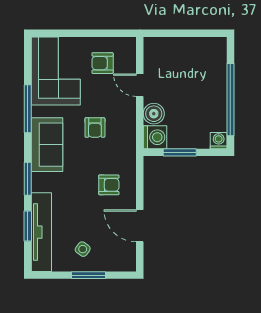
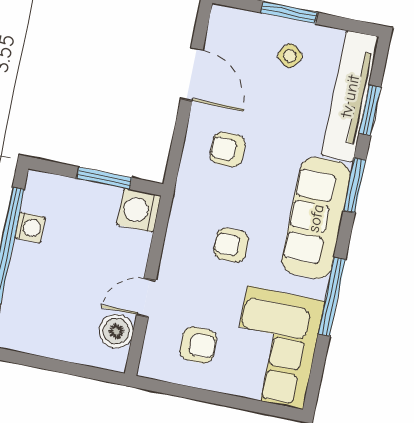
door: (140, 85) -> (146, 298), swing flipped
boiler: (154, 114) -> (116, 331), moved
armchair: (95, 127) -> (231, 245), turned -90
washing machine: (219, 141) -> (30, 228), moved, turned -90
sofa: (47, 145) -> (316, 218), width x1.36

